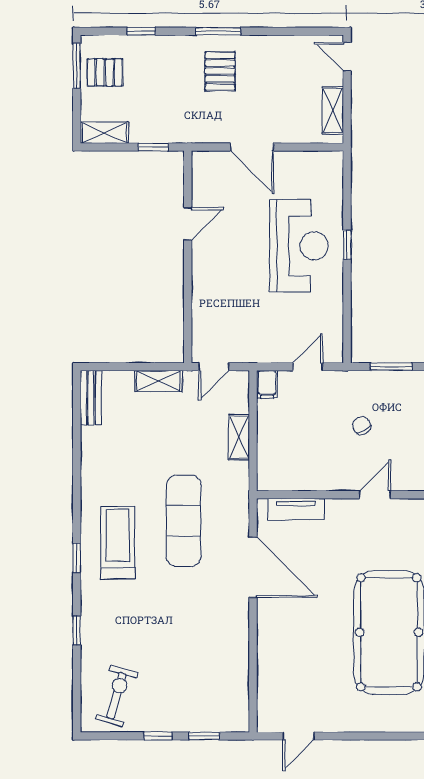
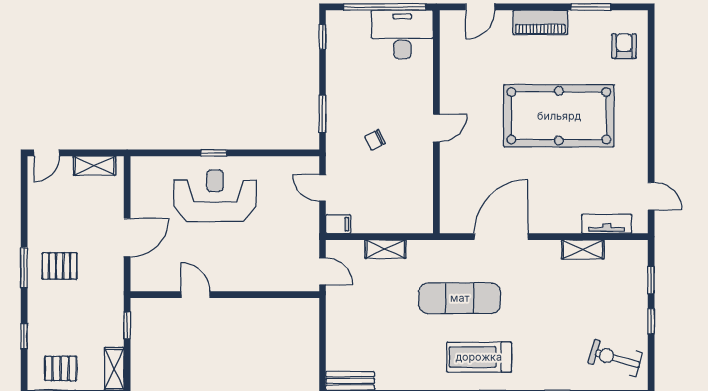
pallet: (105, 72) -> (61, 368), turned 90
shelving: (158, 381) -> (583, 249), moved, turned 90
door: (375, 495) -> (436, 128), swing flipped
tv unit: (296, 509) -> (607, 224), moved, turned -90

